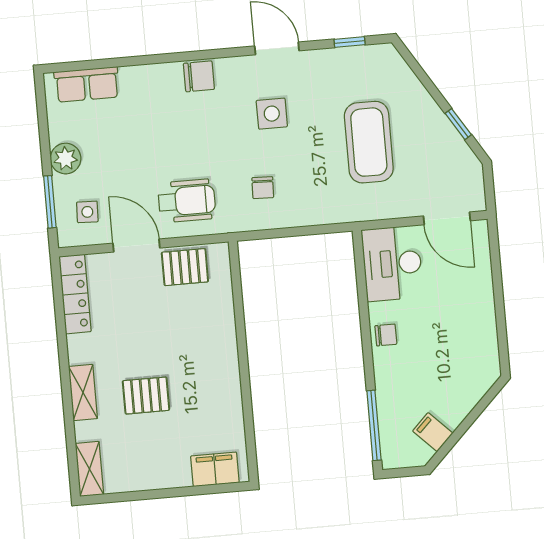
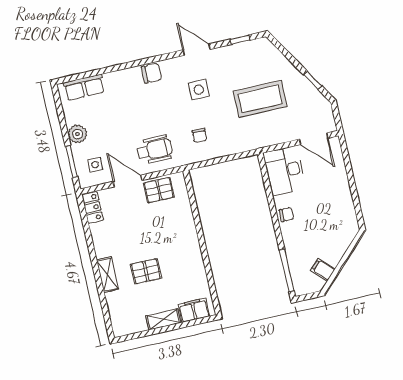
coffee table: (369, 142) -> (260, 99), turned 90
locker: (75, 294) -> (93, 207), width x0.66
shelving: (89, 469) -> (163, 319), moved, turned 90

